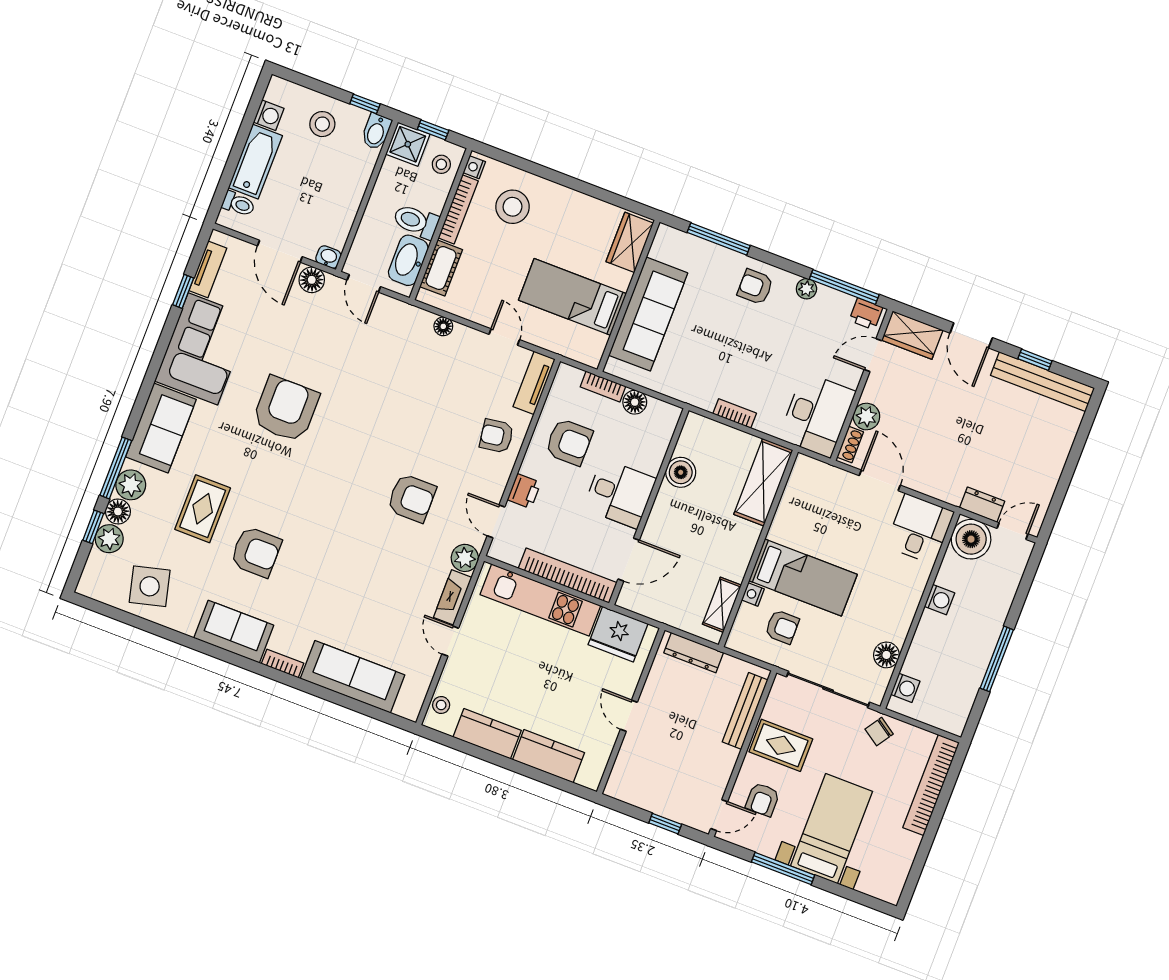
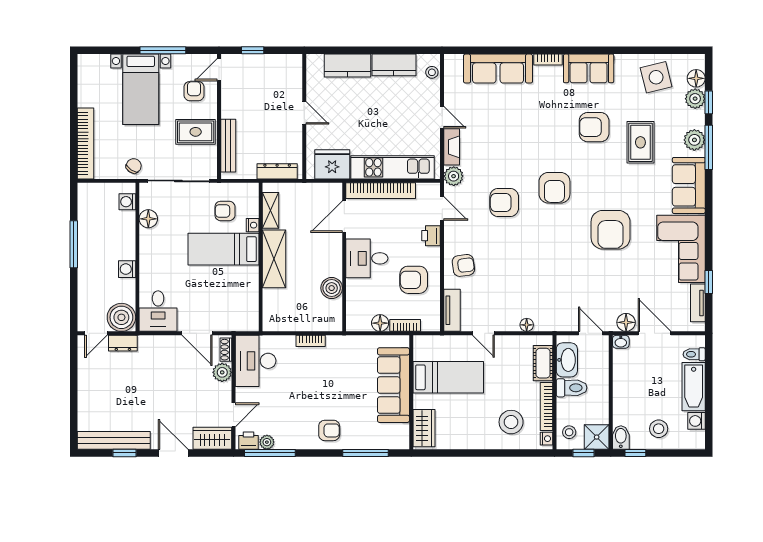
plant: (806, 289) -> (267, 442), moved
shelving: (763, 482) -> (274, 259), moved
armchair: (338, 492) -> (554, 188), added
floor lamp: (118, 511) -> (696, 78), moved

